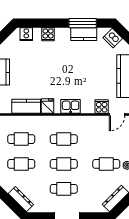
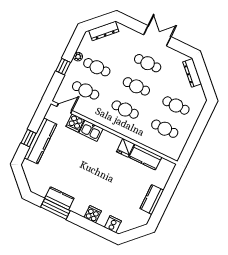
dishwasher: (113, 38) -> (34, 182), removed
kitchen sink: (71, 106) -> (91, 131), moved
cafe table: (106, 139) -> (86, 90), added

